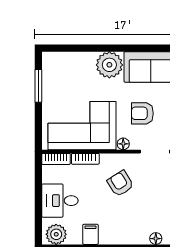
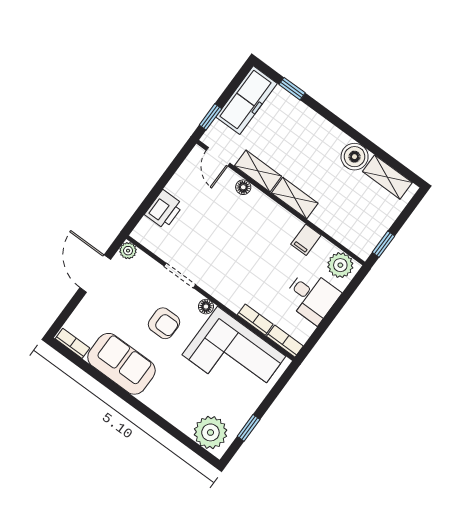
plant: (109, 65) -> (210, 432), moved
window: (38, 86) -> (249, 428), width x0.67
armchair: (120, 183) -> (238, 269), removed

